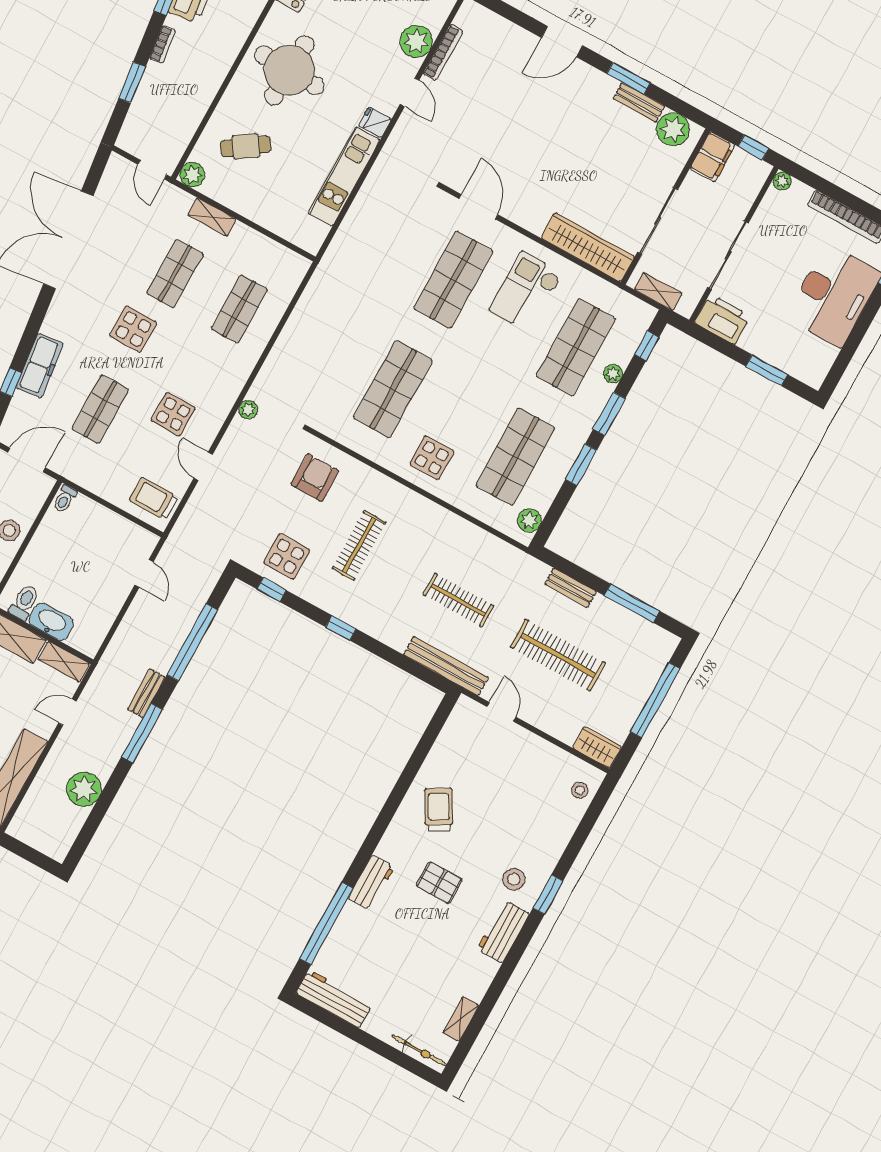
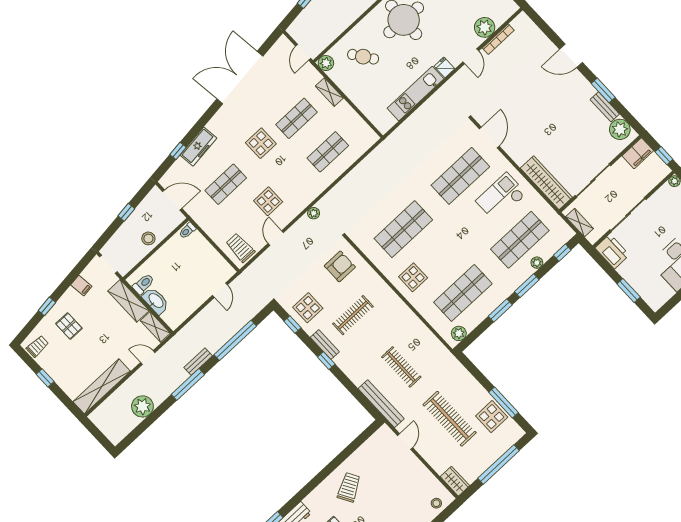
bench: (571, 588) -> (325, 345), moved
display table: (621, 631) -> (492, 417), added

